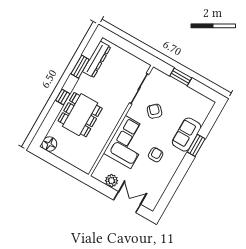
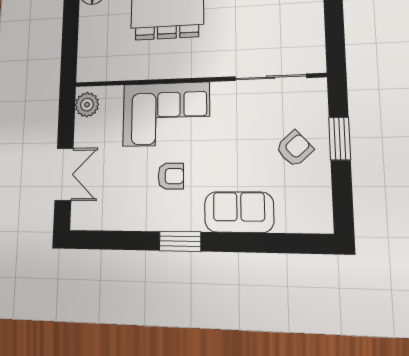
armchair: (155, 111) -> (295, 149), moved
window: (196, 145) -> (180, 241), moved
plant: (112, 181) -> (87, 105), moved

